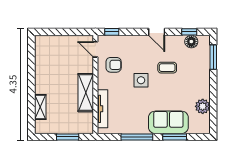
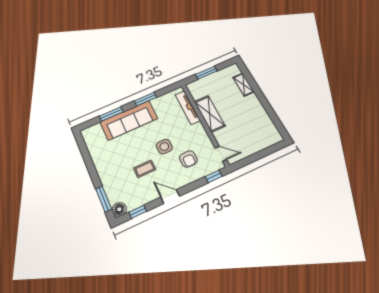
floor lamp: (191, 42) -> (119, 209), moved
armchair: (114, 65) -> (188, 159), moved, turned -90
plant: (203, 106) -> (96, 150), removed
sofa: (168, 122) -> (129, 120), width x1.36
window: (137, 137) -> (145, 99), width x0.69

